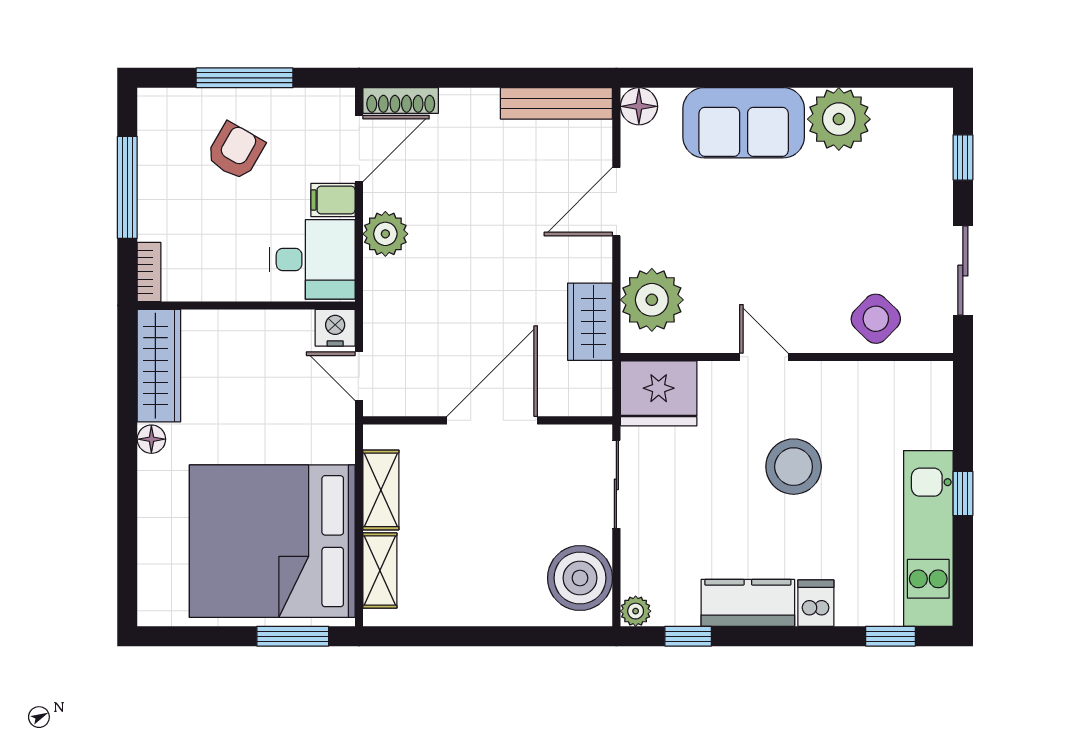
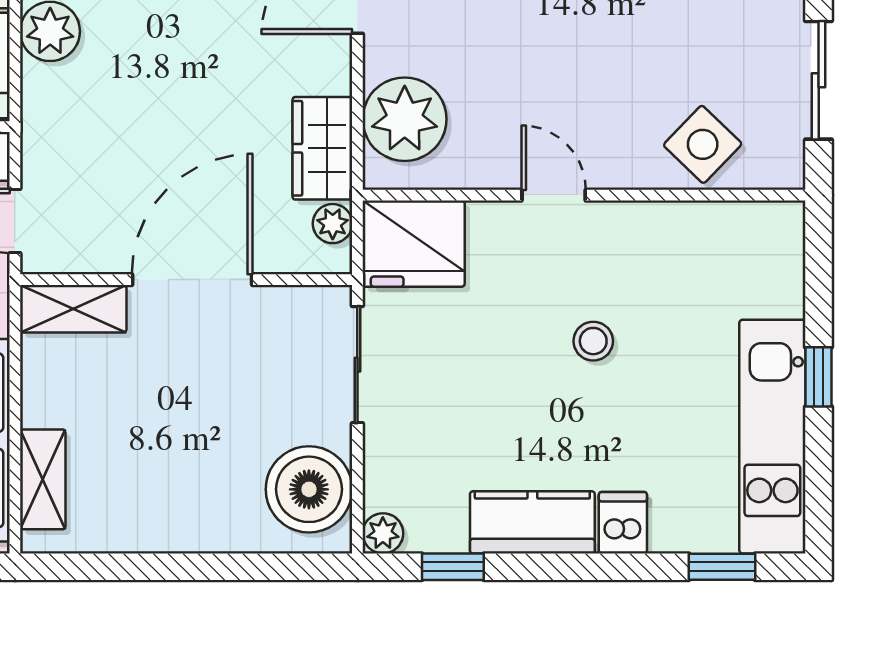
plant: (598, 378) -> (333, 224), added
stool: (794, 467) -> (593, 341), width x0.53, depth x0.53
shelving: (381, 490) -> (73, 309), moved, turned 90

